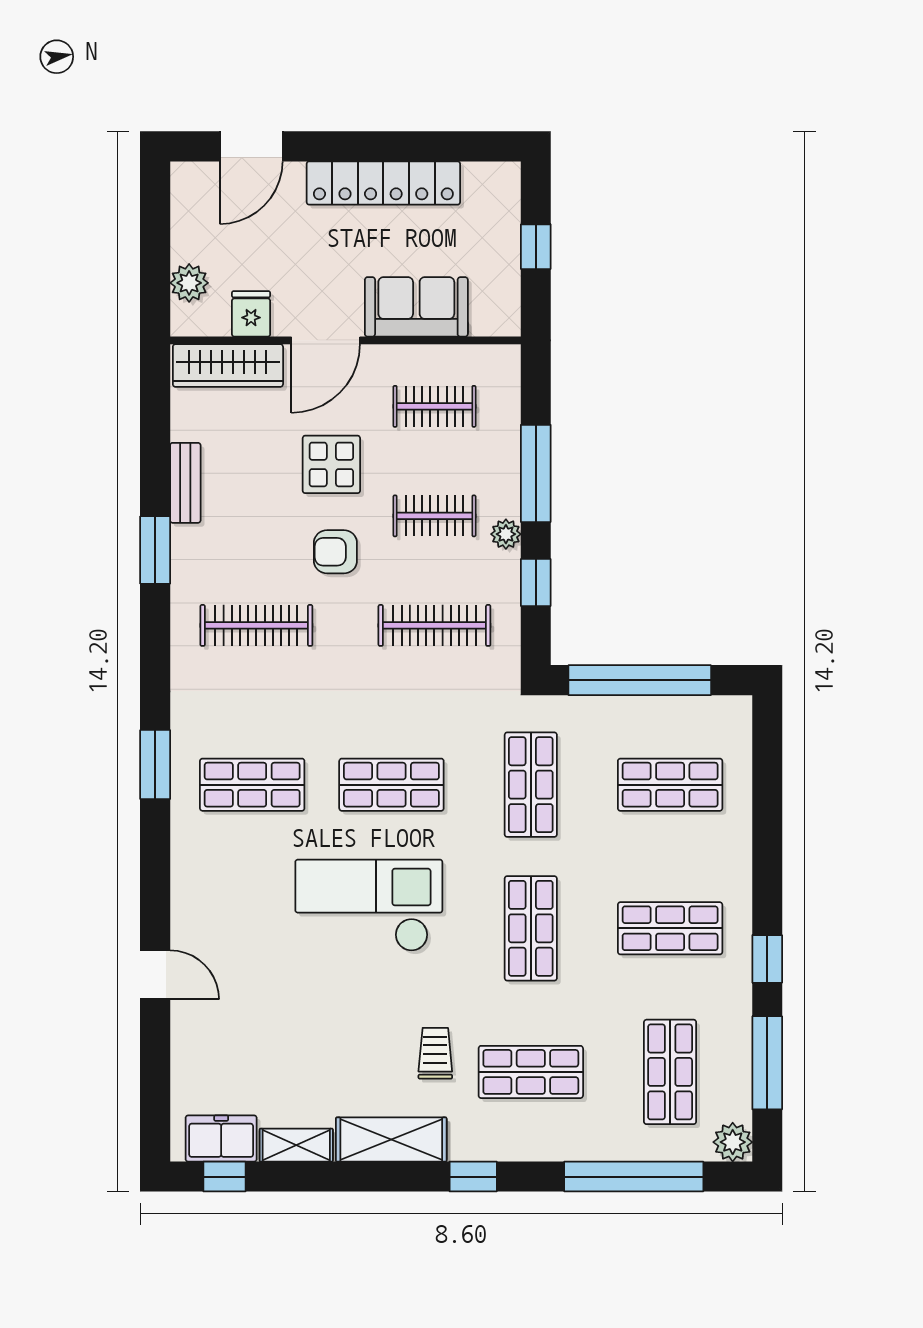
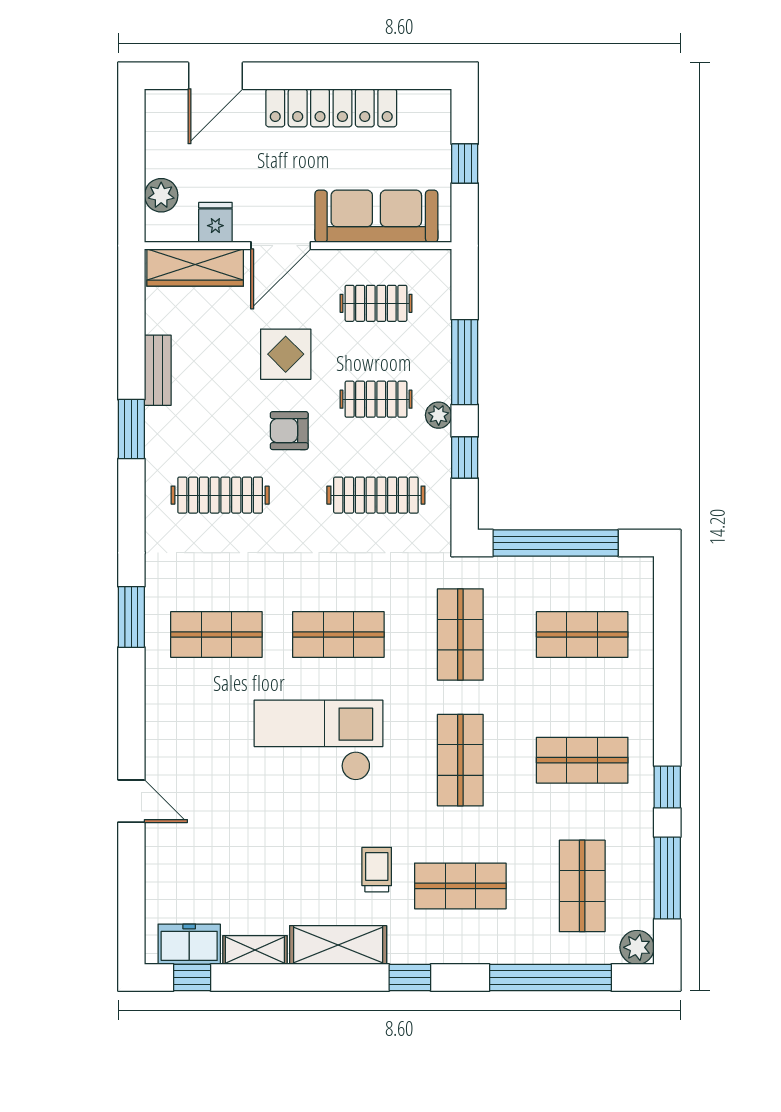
sofa: (416, 307) -> (376, 216), width x1.36

